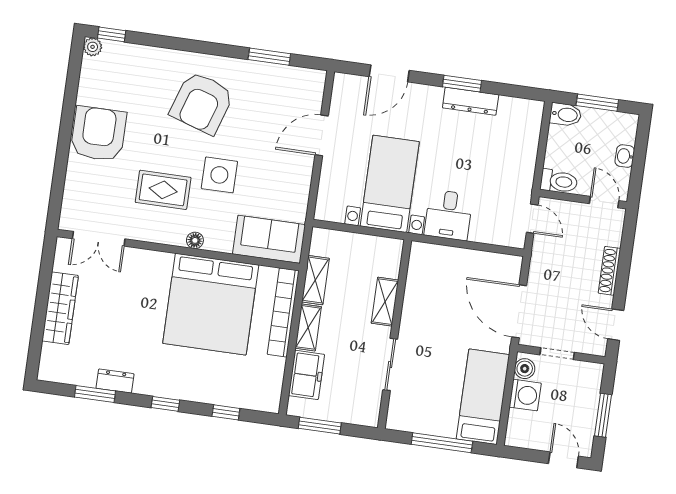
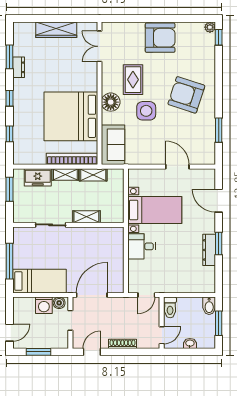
floor lamp: (195, 240) -> (111, 102), width x1.89, depth x1.89

